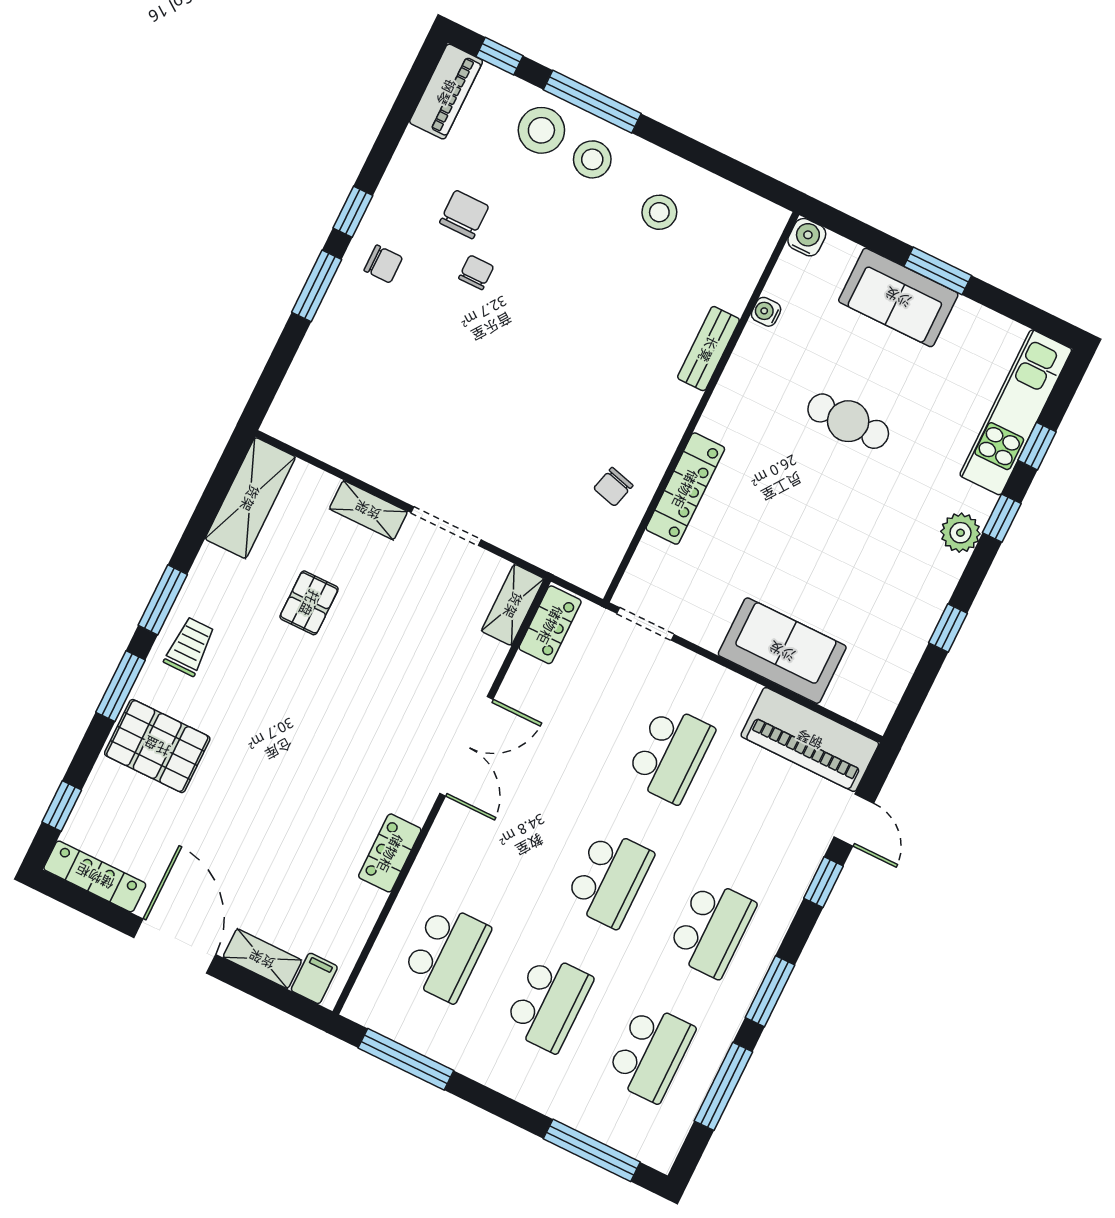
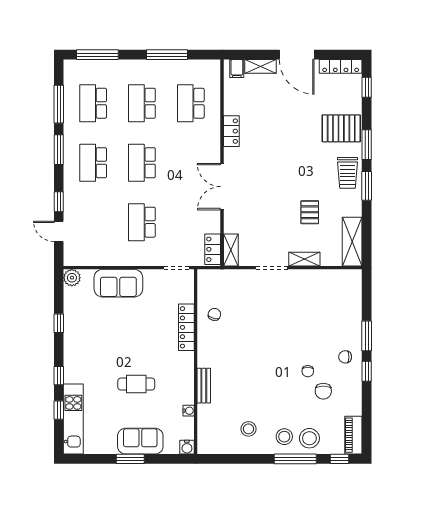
plant: (960, 533) -> (72, 278), moved
trolley: (190, 647) -> (348, 173), width x1.36, depth x1.39
piano: (810, 739) -> (91, 254), removed
window: (406, 1059) -> (167, 55), moved

